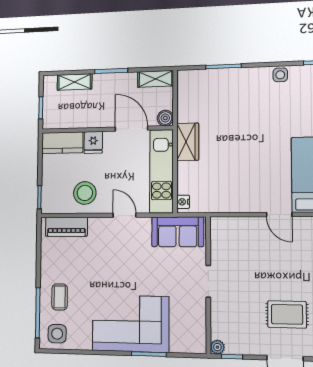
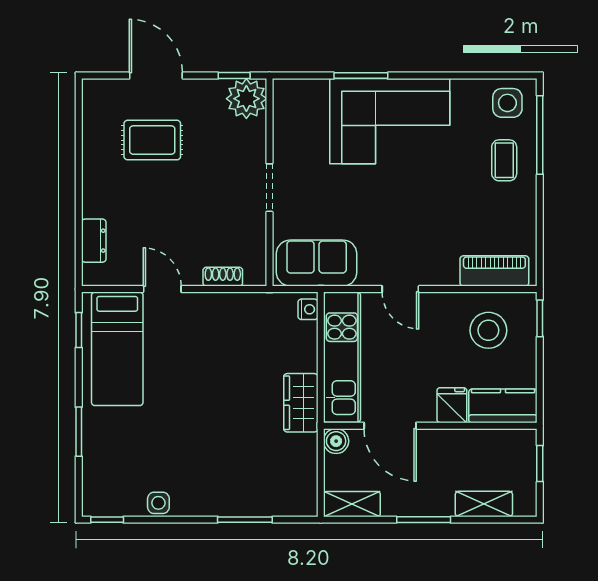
stool: (85, 193) -> (488, 330), moved
shoe rack: (239, 223) -> (223, 277), added
plant: (217, 347) -> (246, 99), width x1.88, depth x1.88

